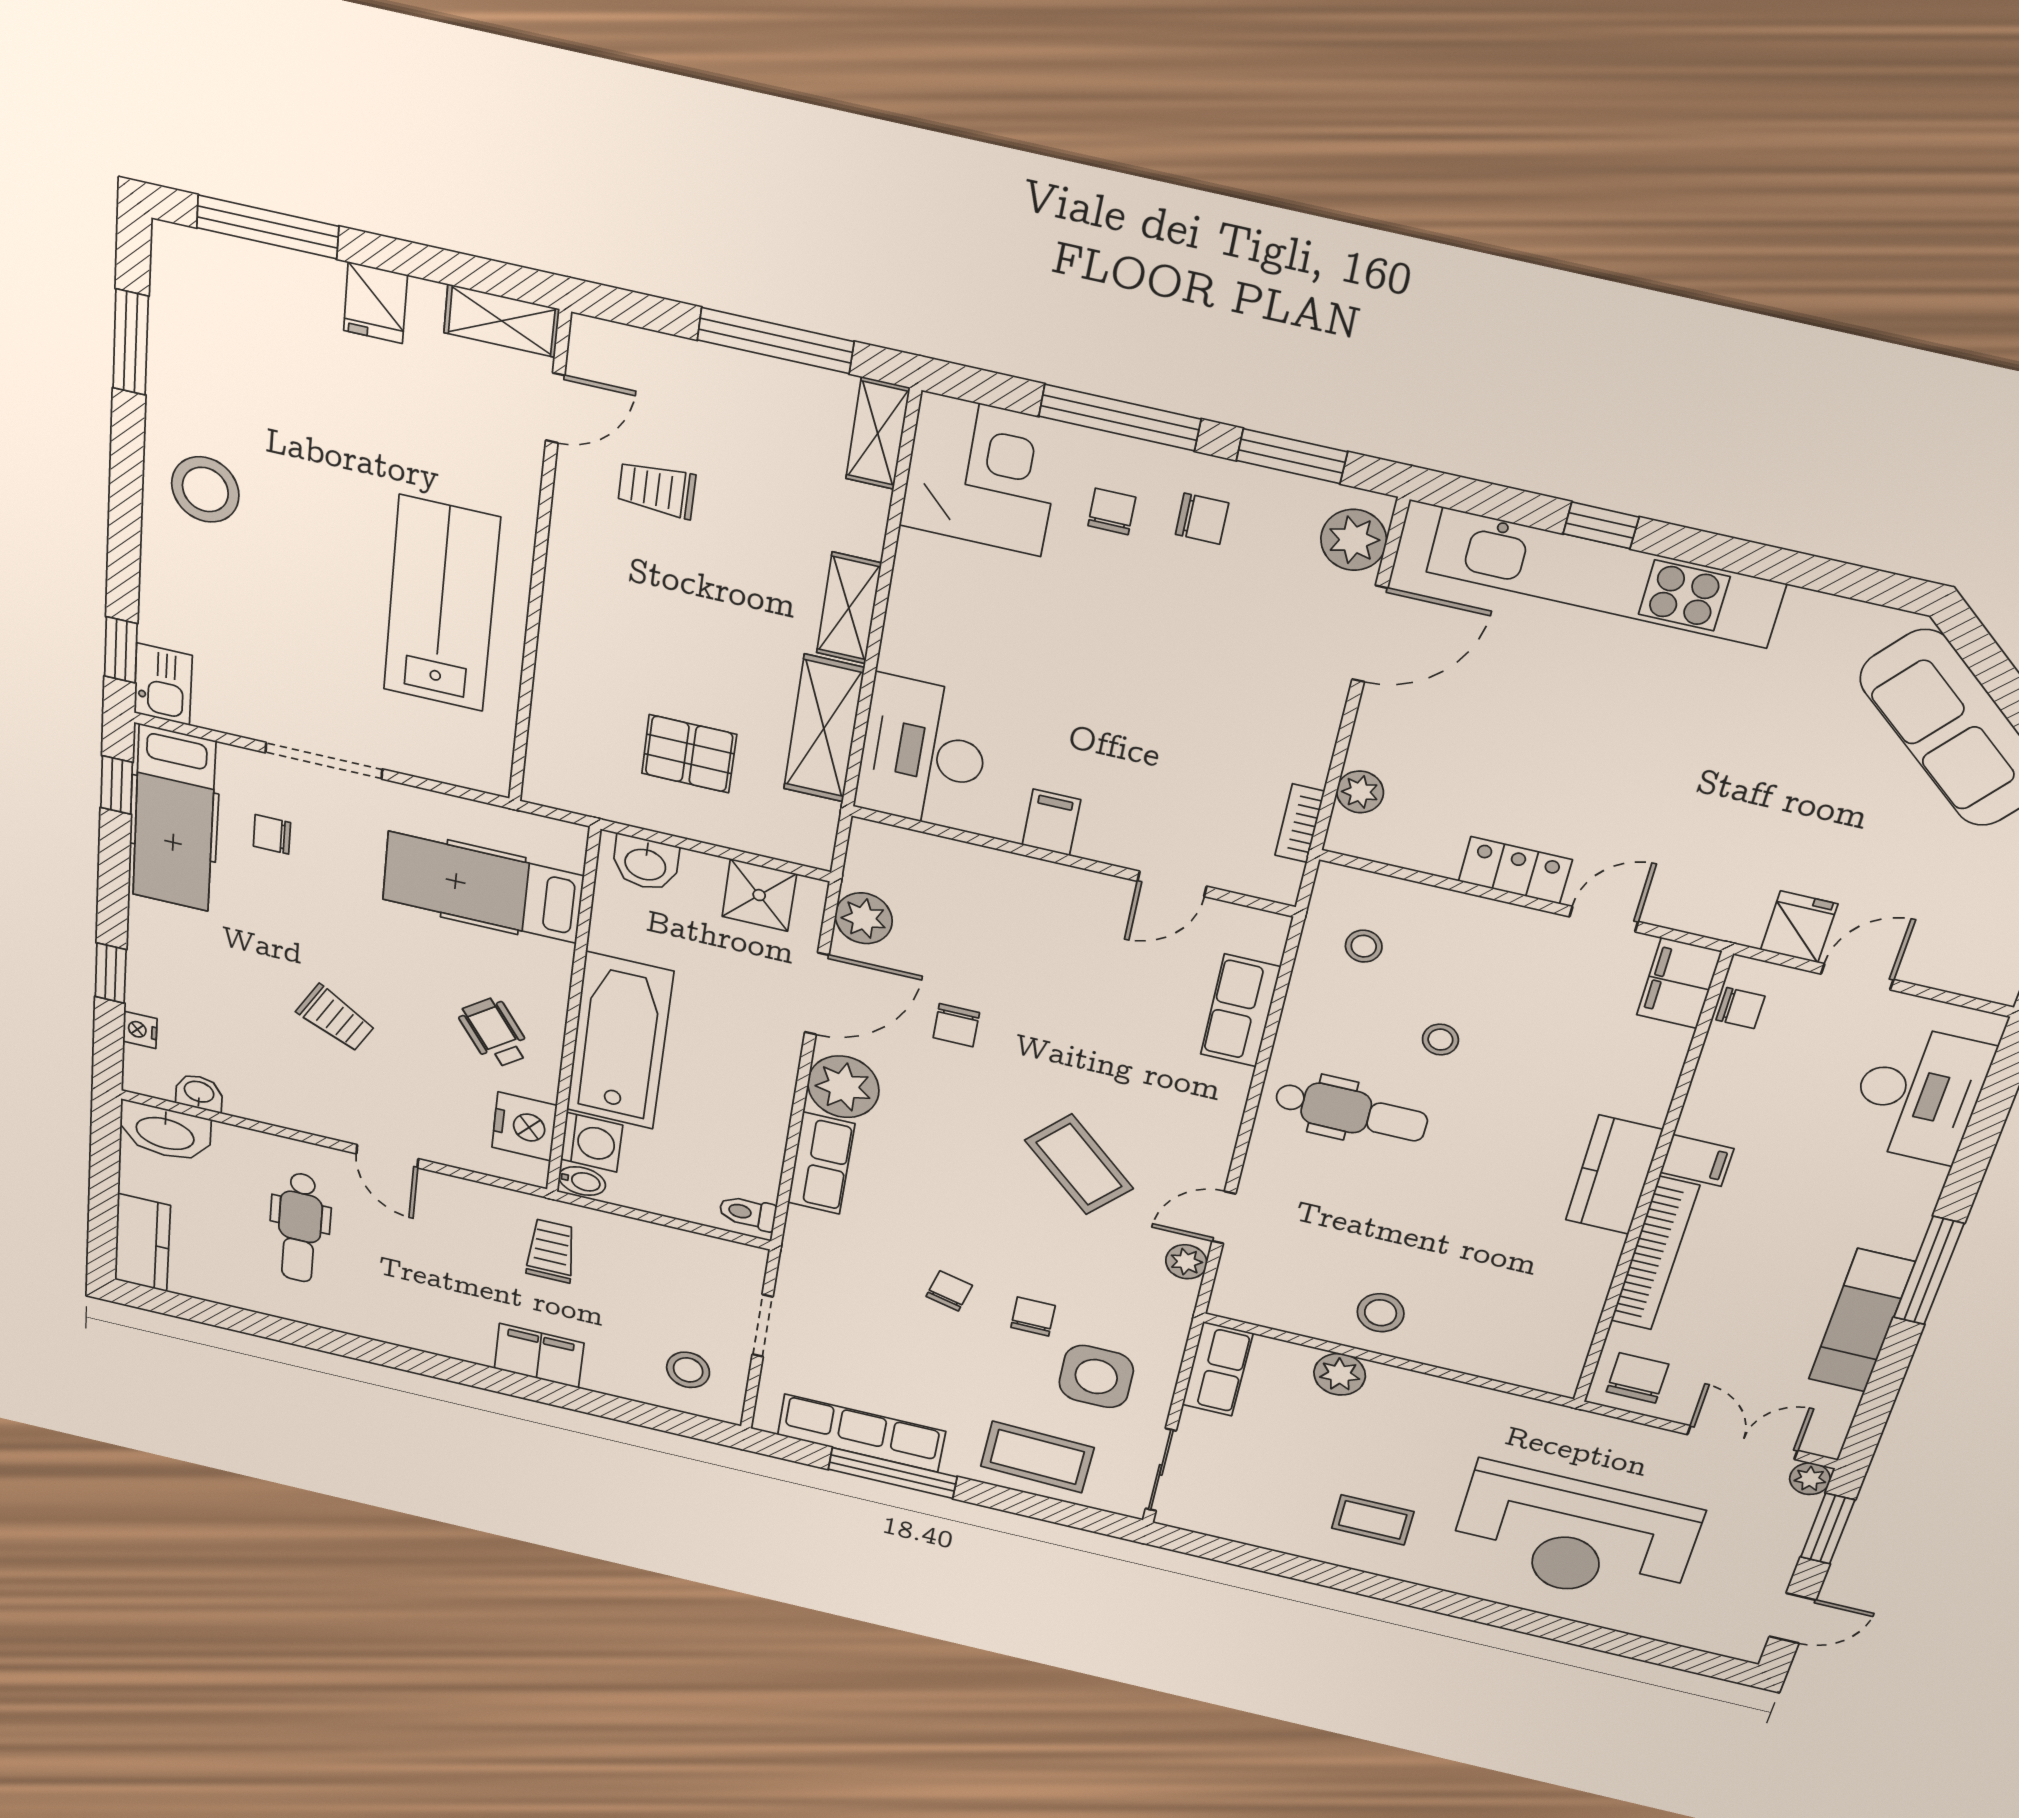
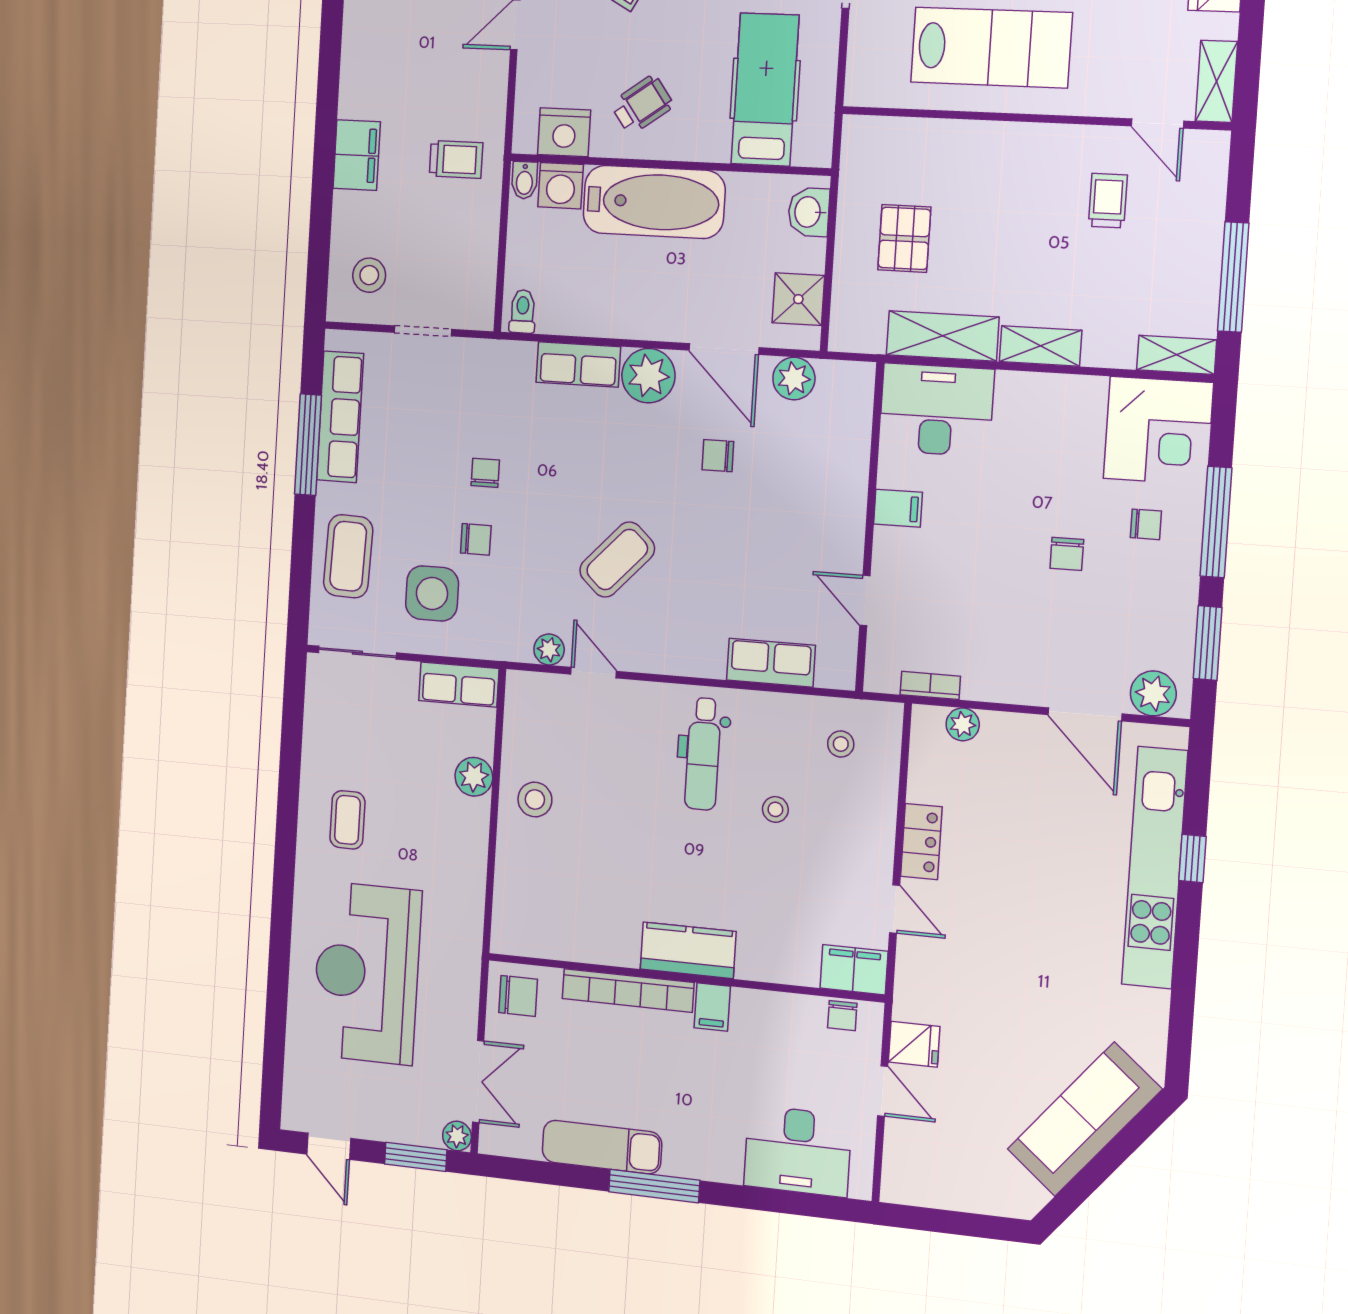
chair: (1202, 519) -> (1067, 554), moved
chair: (949, 1291) -> (485, 473), turned -104

